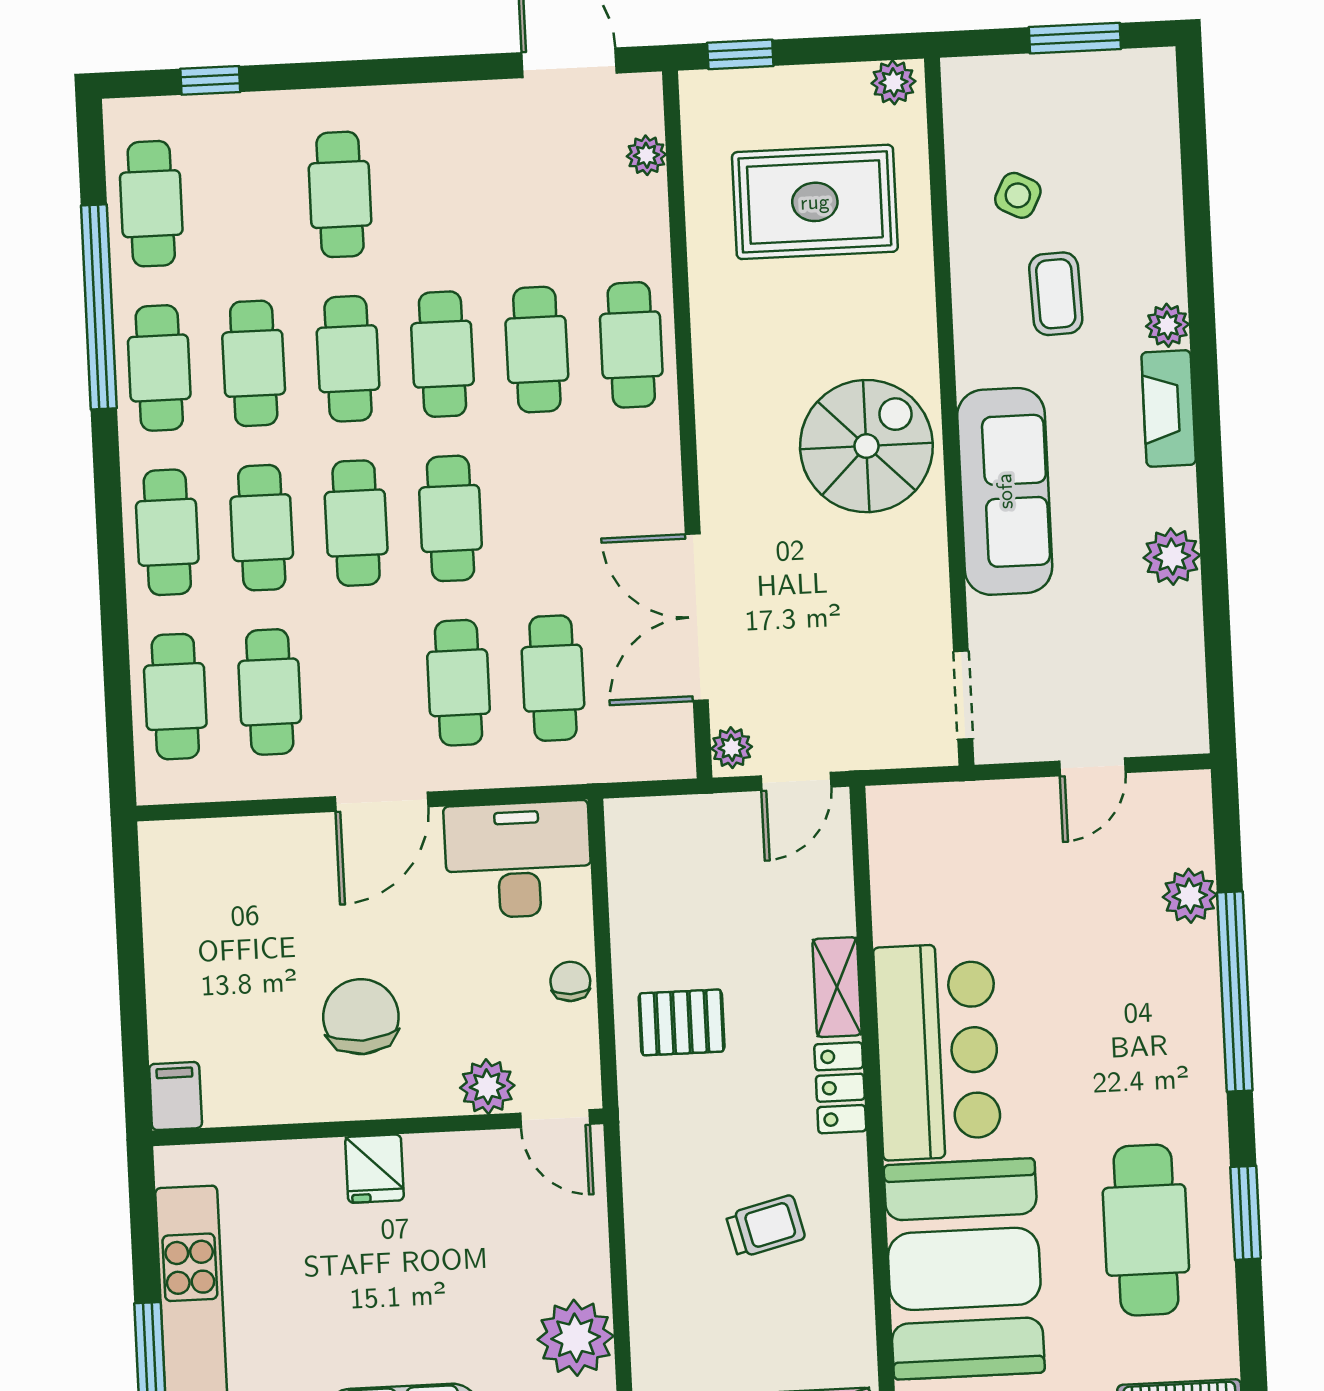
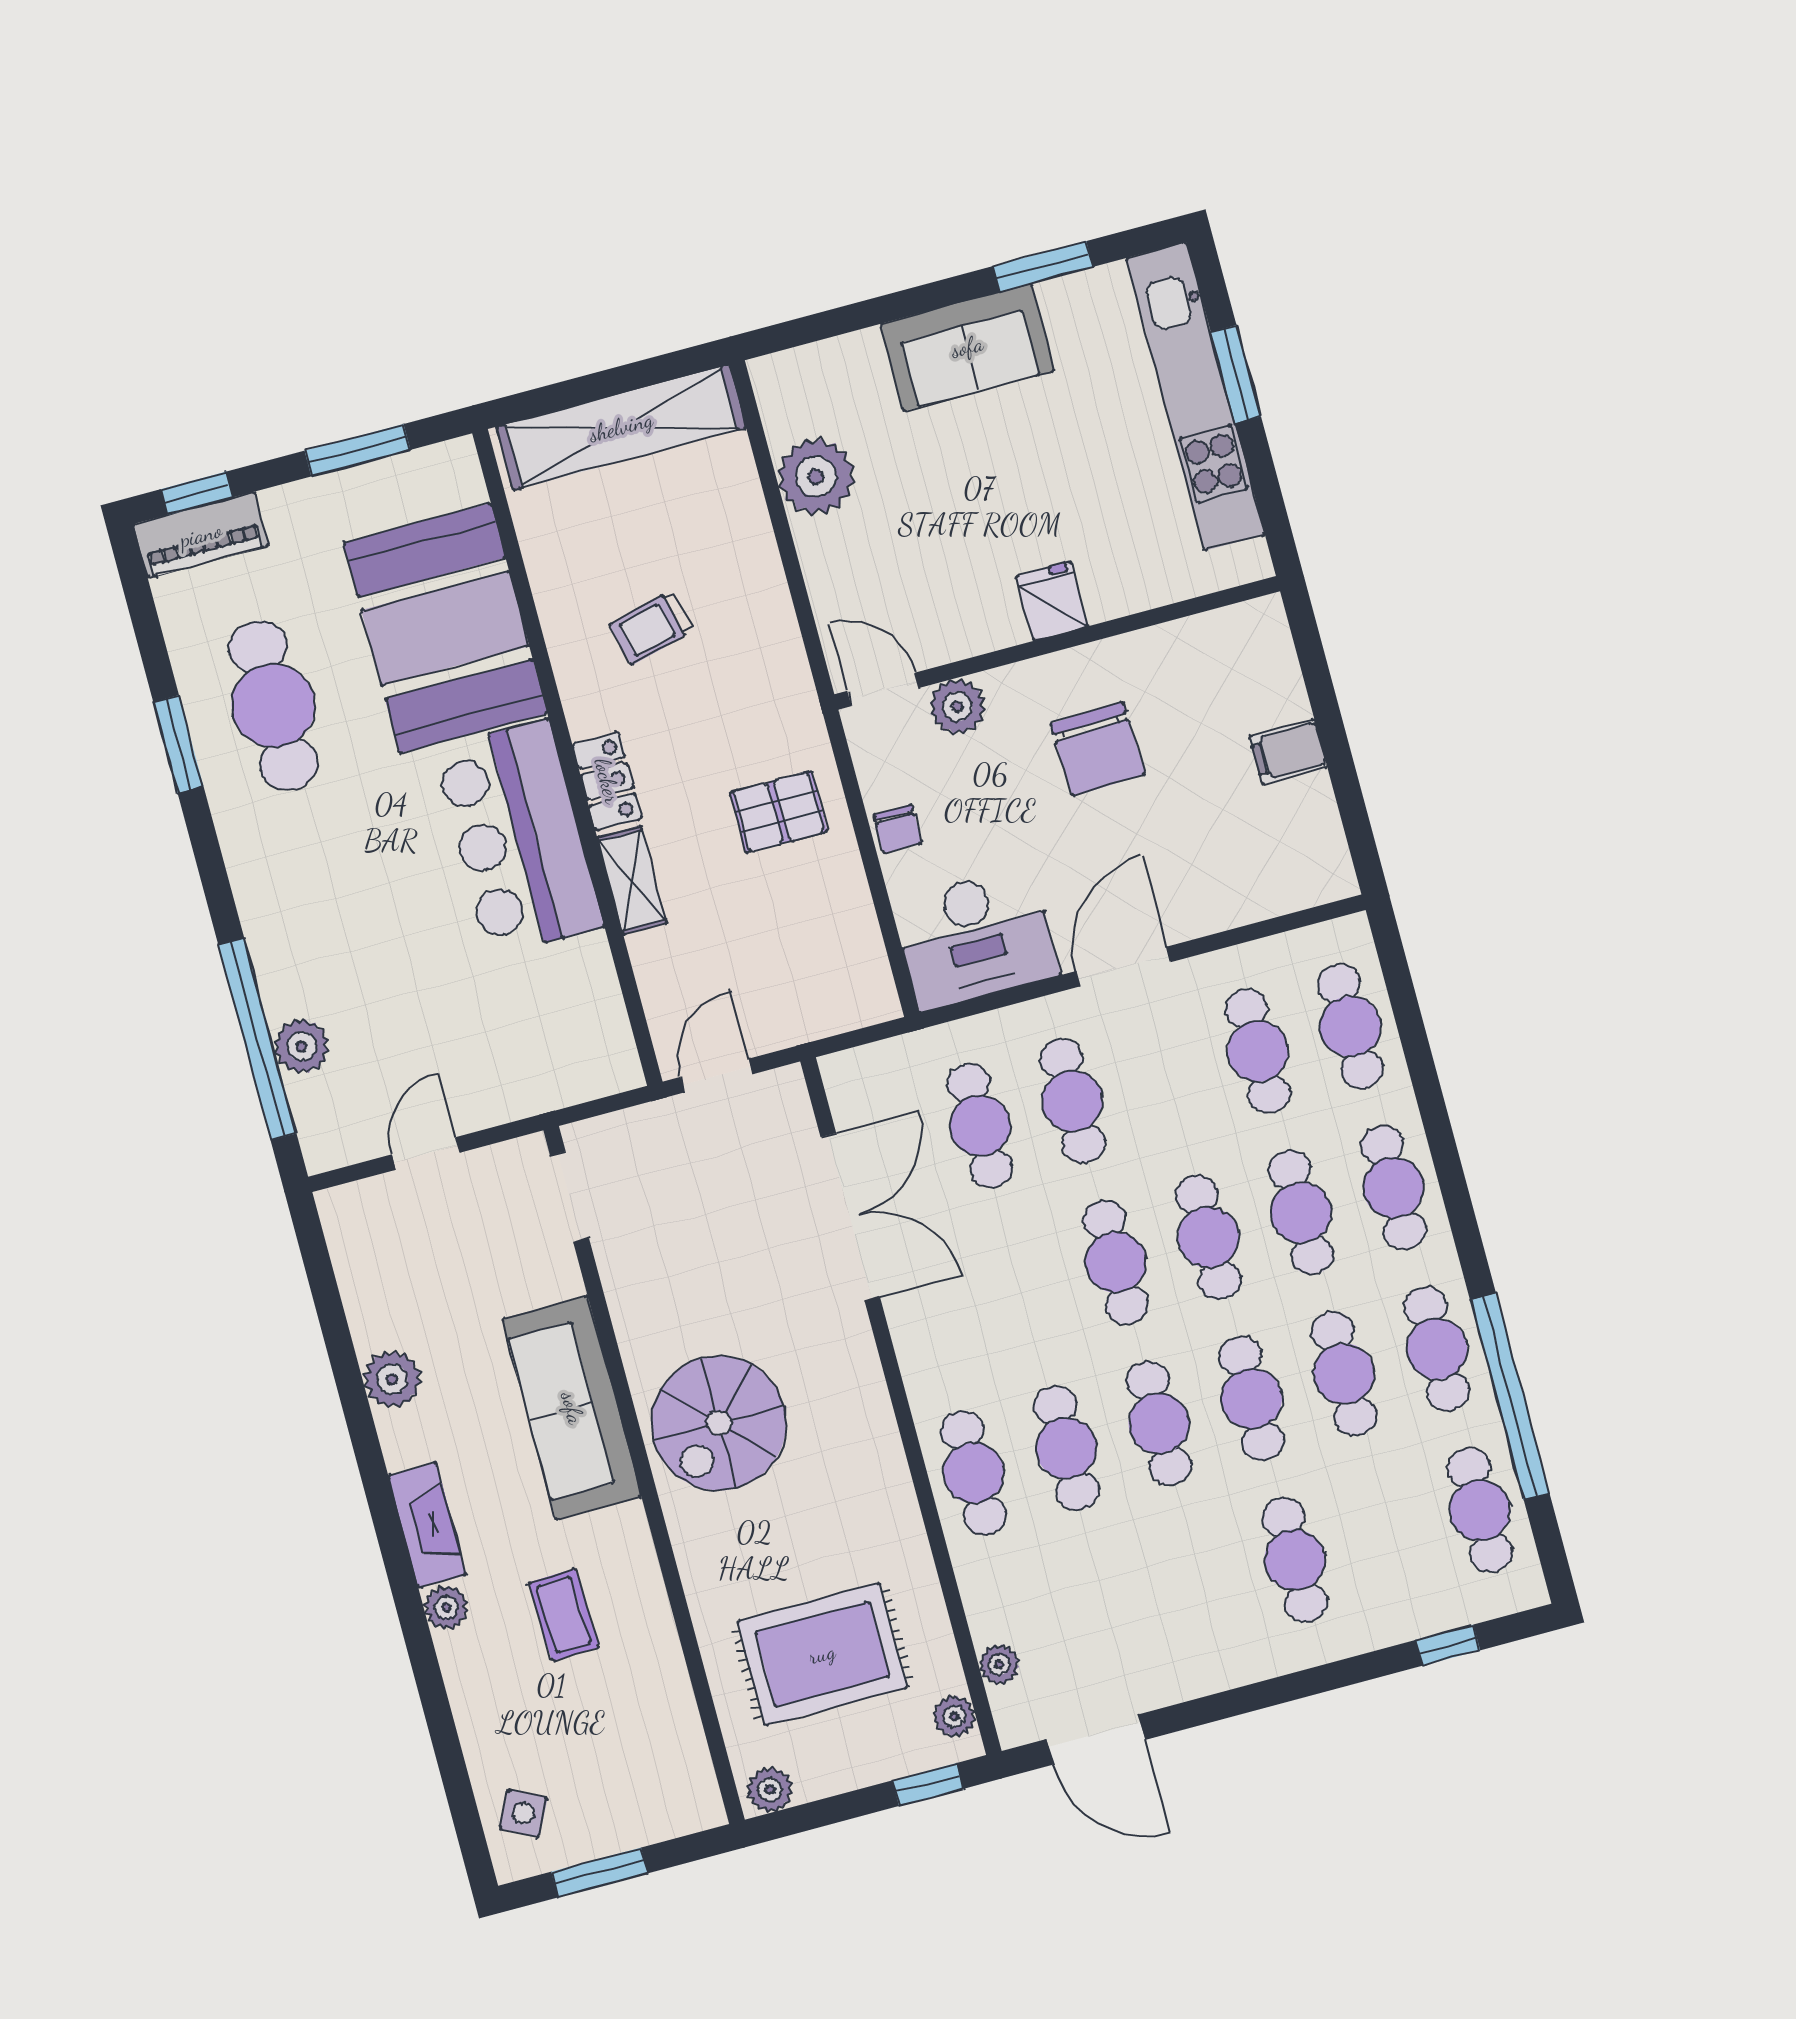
side table: (1018, 195) -> (524, 1813), moved
plant: (732, 748) -> (954, 1716), moved
window: (1235, 992) -> (257, 1039), moved
filing cabinet: (176, 1096) -> (1288, 752), moved, turned 90

